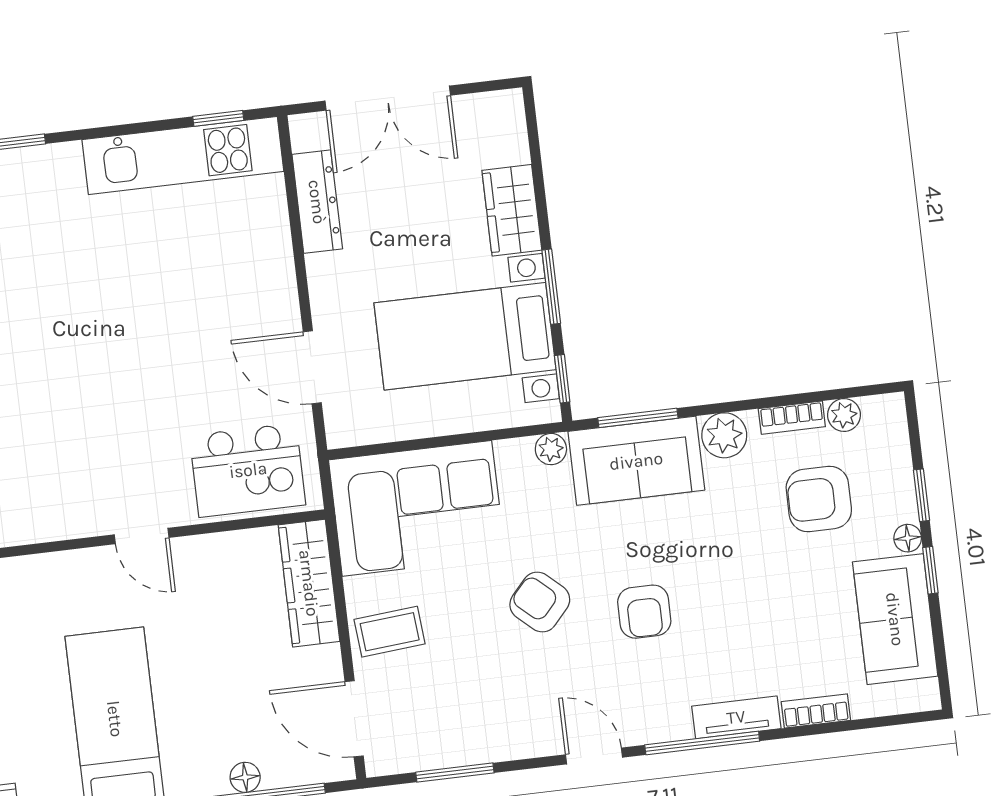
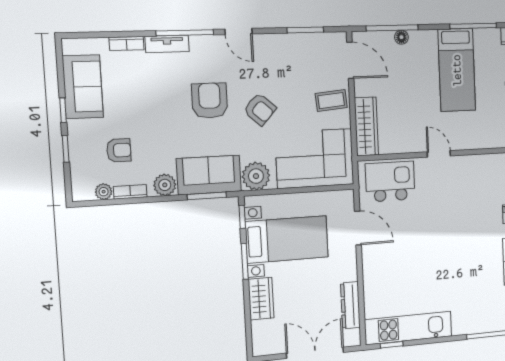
plant: (551, 449) -> (256, 176), width x1.87, depth x1.87
armchair: (819, 499) -> (119, 150), width x0.72, depth x0.72
floor lamp: (908, 538) -> (74, 127), removed
armchair: (644, 612) -> (210, 101), width x1.38, depth x1.38

